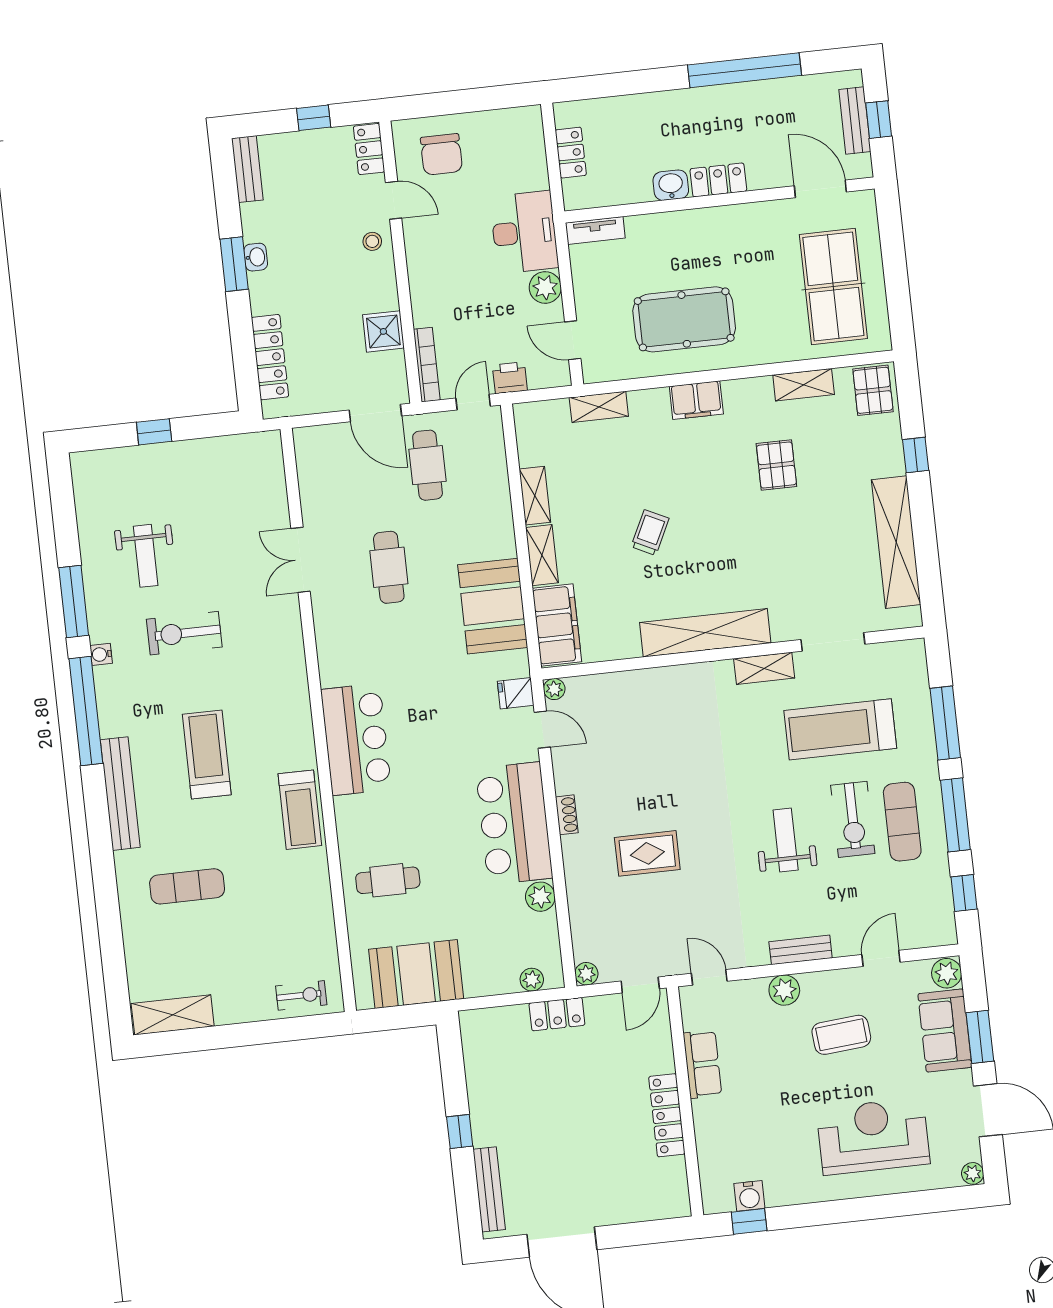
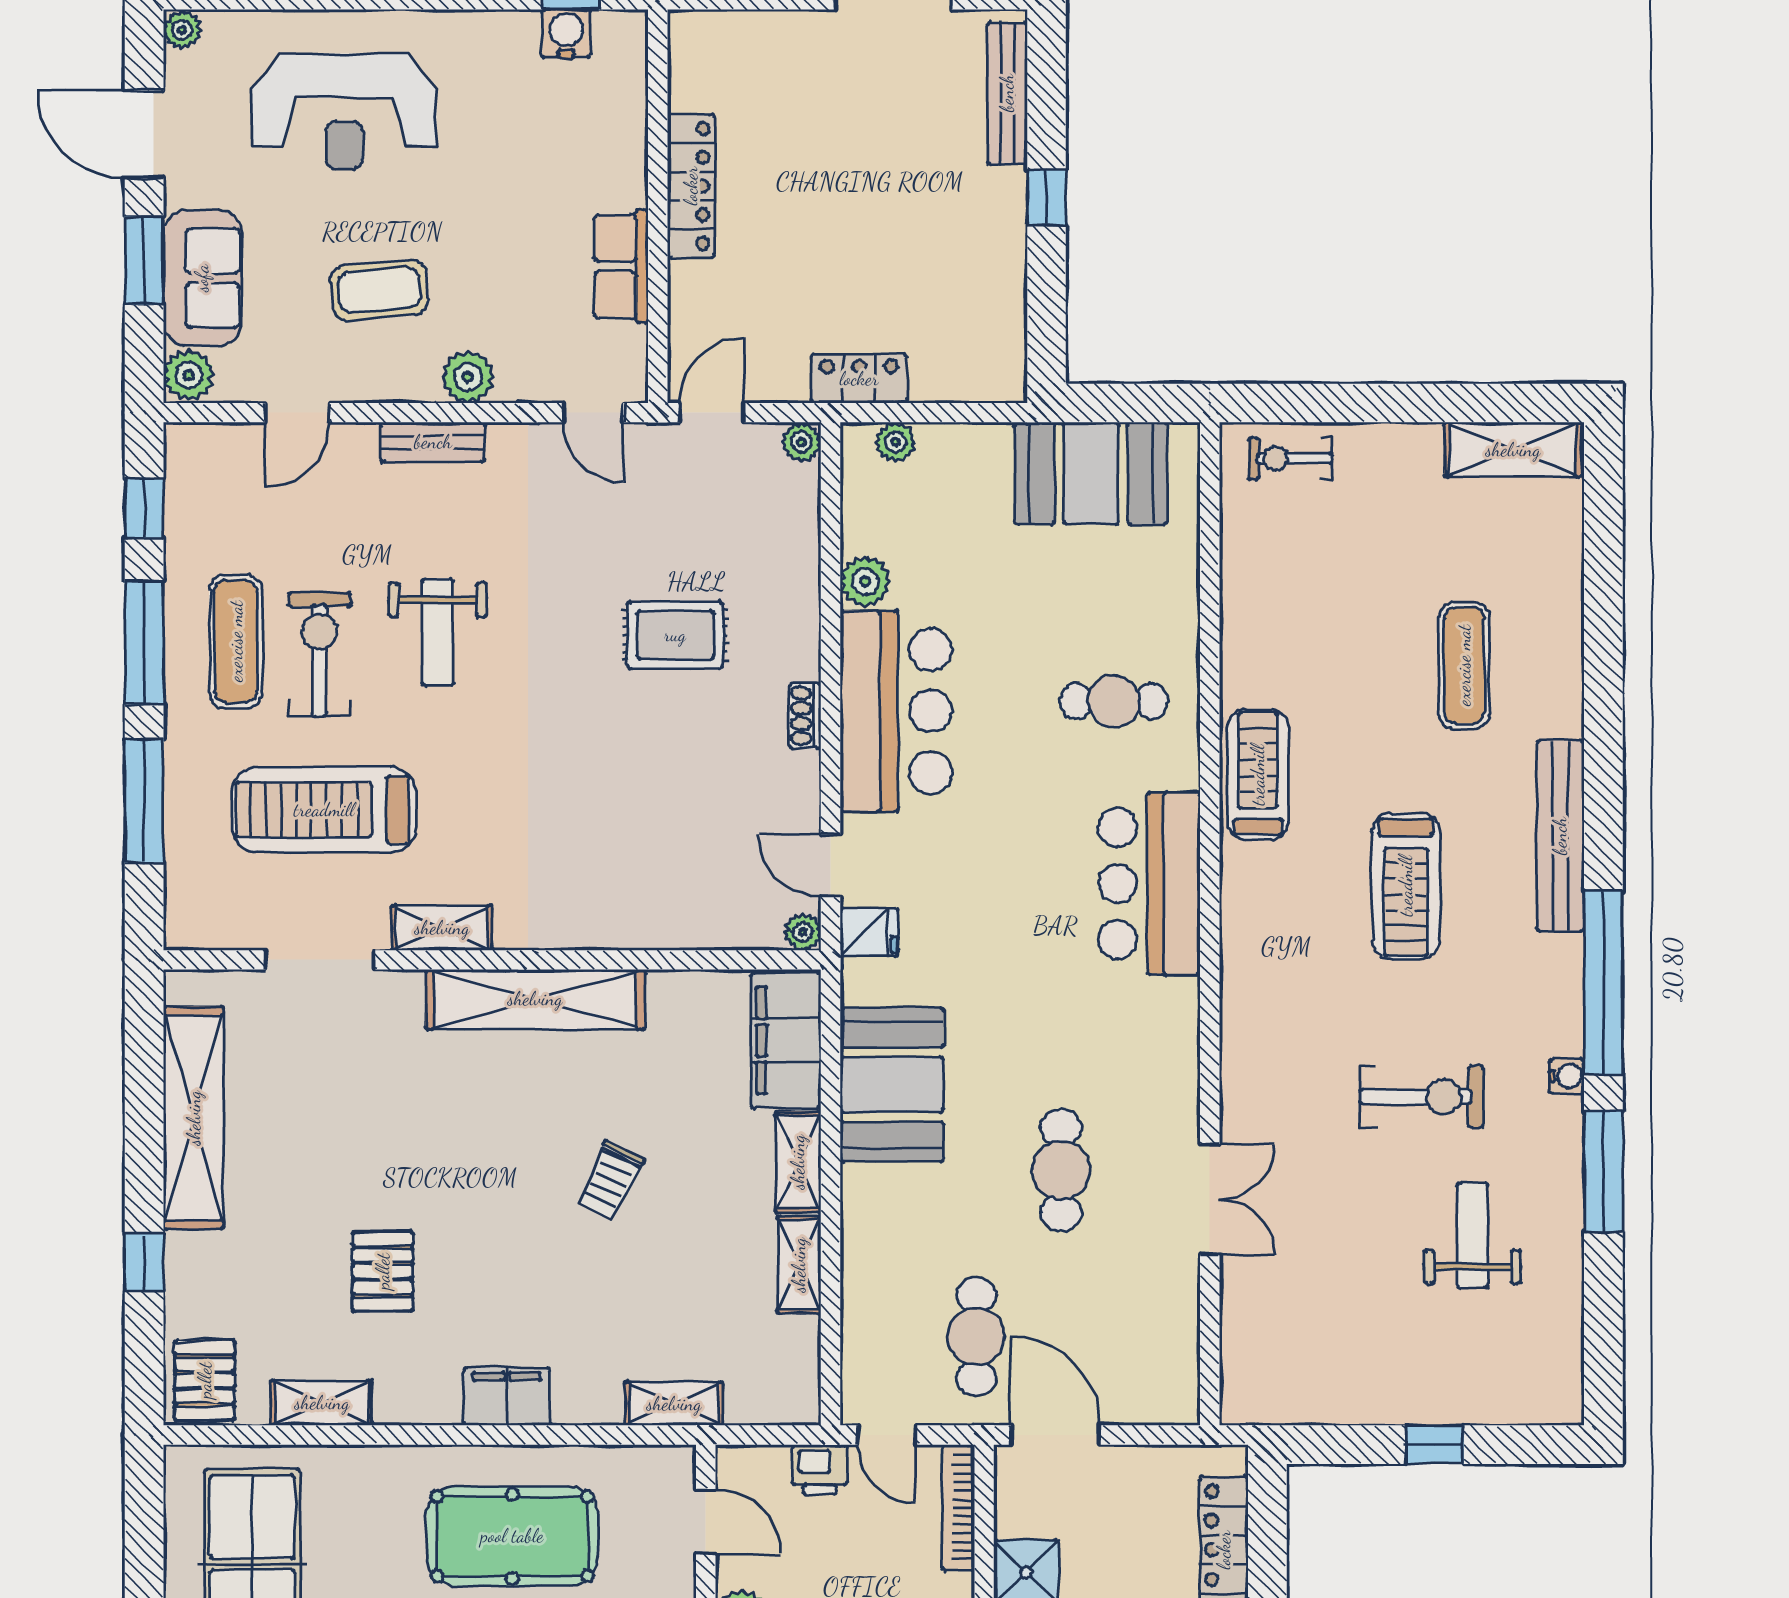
door: (473, 402) -> (887, 1435), hinge flipped
treadmill: (840, 729) -> (324, 810), turned 180
cafe table: (388, 880) -> (1114, 701), moved
exercise mat: (187, 886) -> (1464, 665), turned 90

